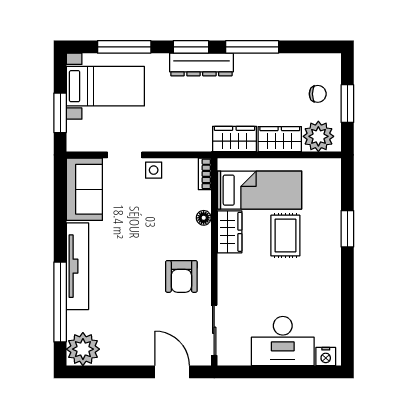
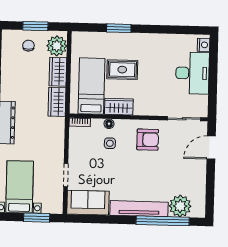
side table: (154, 170) -> (110, 143), moved
plant: (83, 349) -> (180, 206), moved

